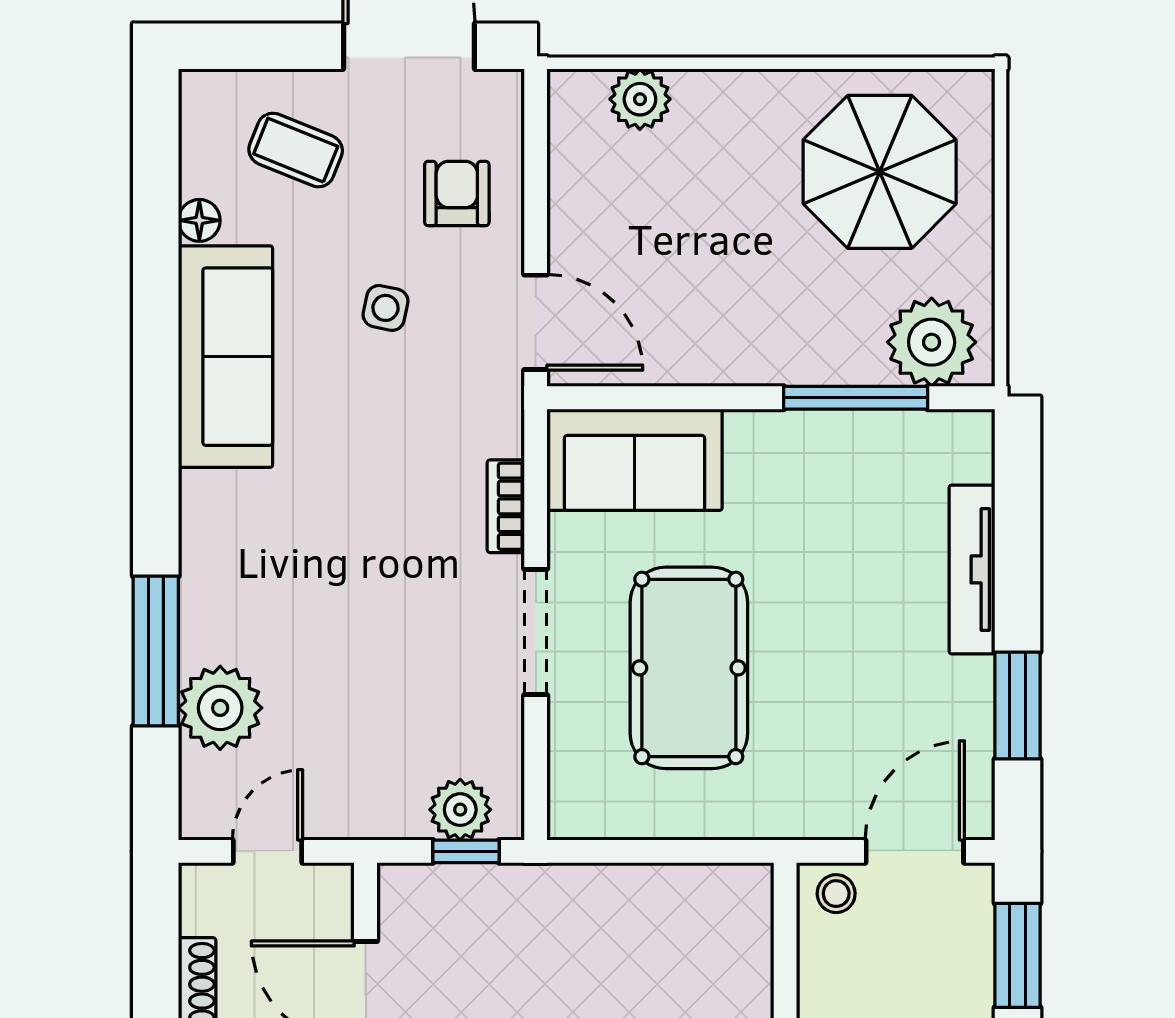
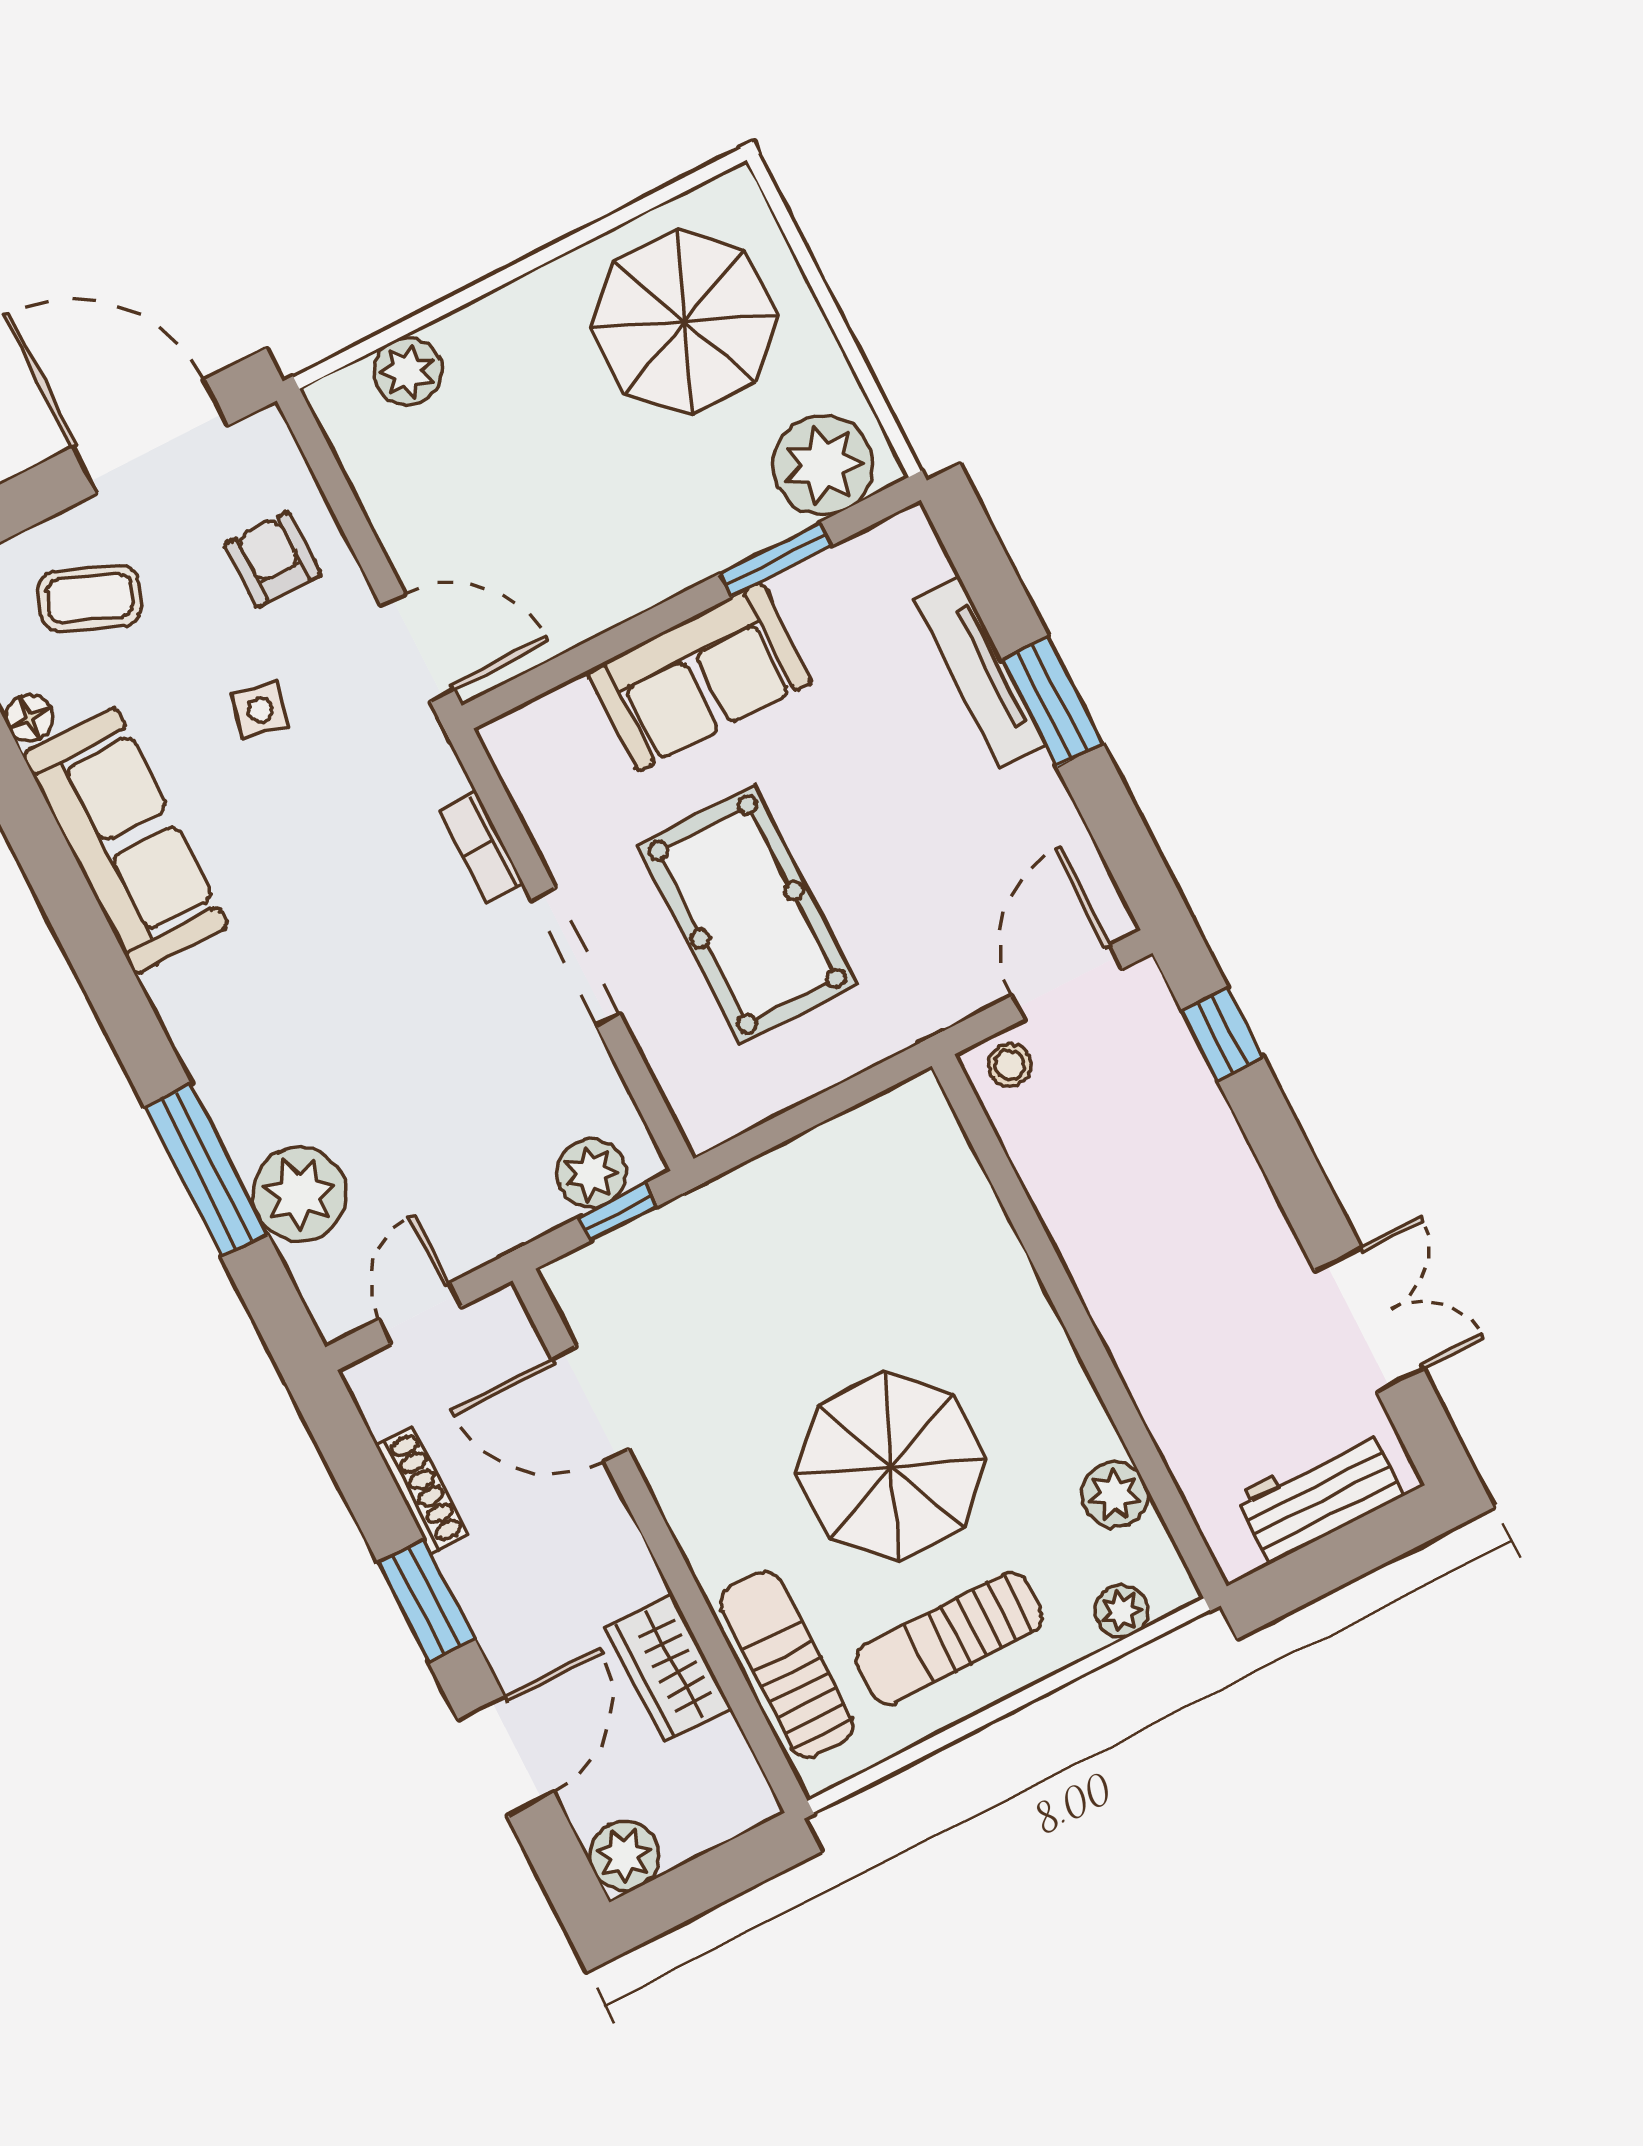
window: (856, 398) -> (776, 559), width x0.69
sofa: (635, 460) -> (699, 677), moved
window: (1018, 705) -> (1052, 701), moved
window: (1018, 955) -> (1223, 1034), width x0.67

